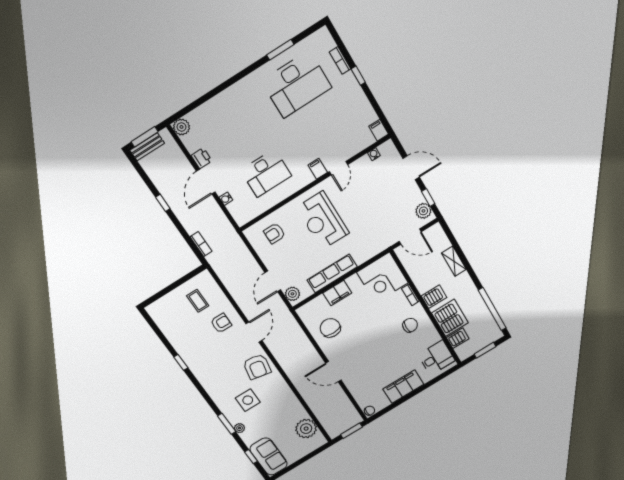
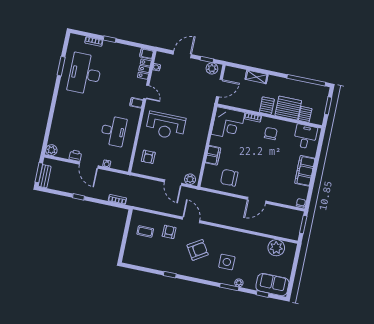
desk: (297, 84) -> (85, 74), turned 180
locker: (360, 143) -> (144, 69), added
row of seats: (332, 273) -> (199, 148), removed
armchair: (257, 367) -> (198, 250), moved, turned -43

